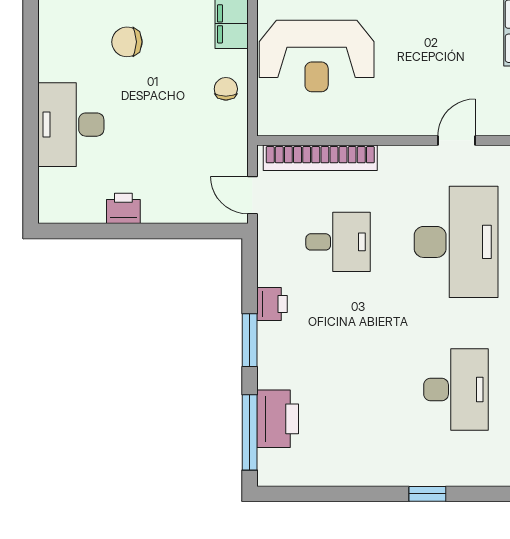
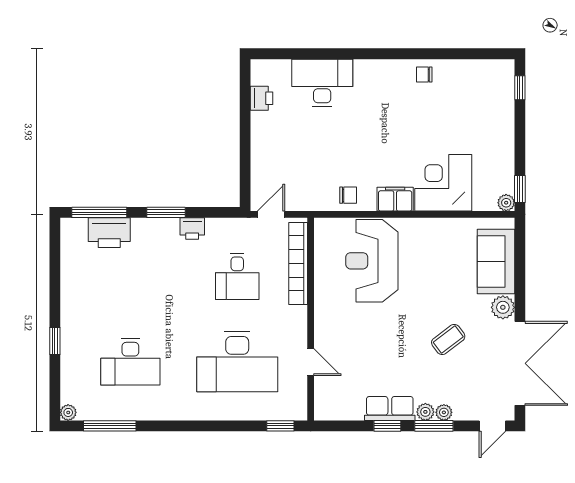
chair: (127, 42) -> (382, 123), removed
printer: (123, 208) -> (261, 98), moved

